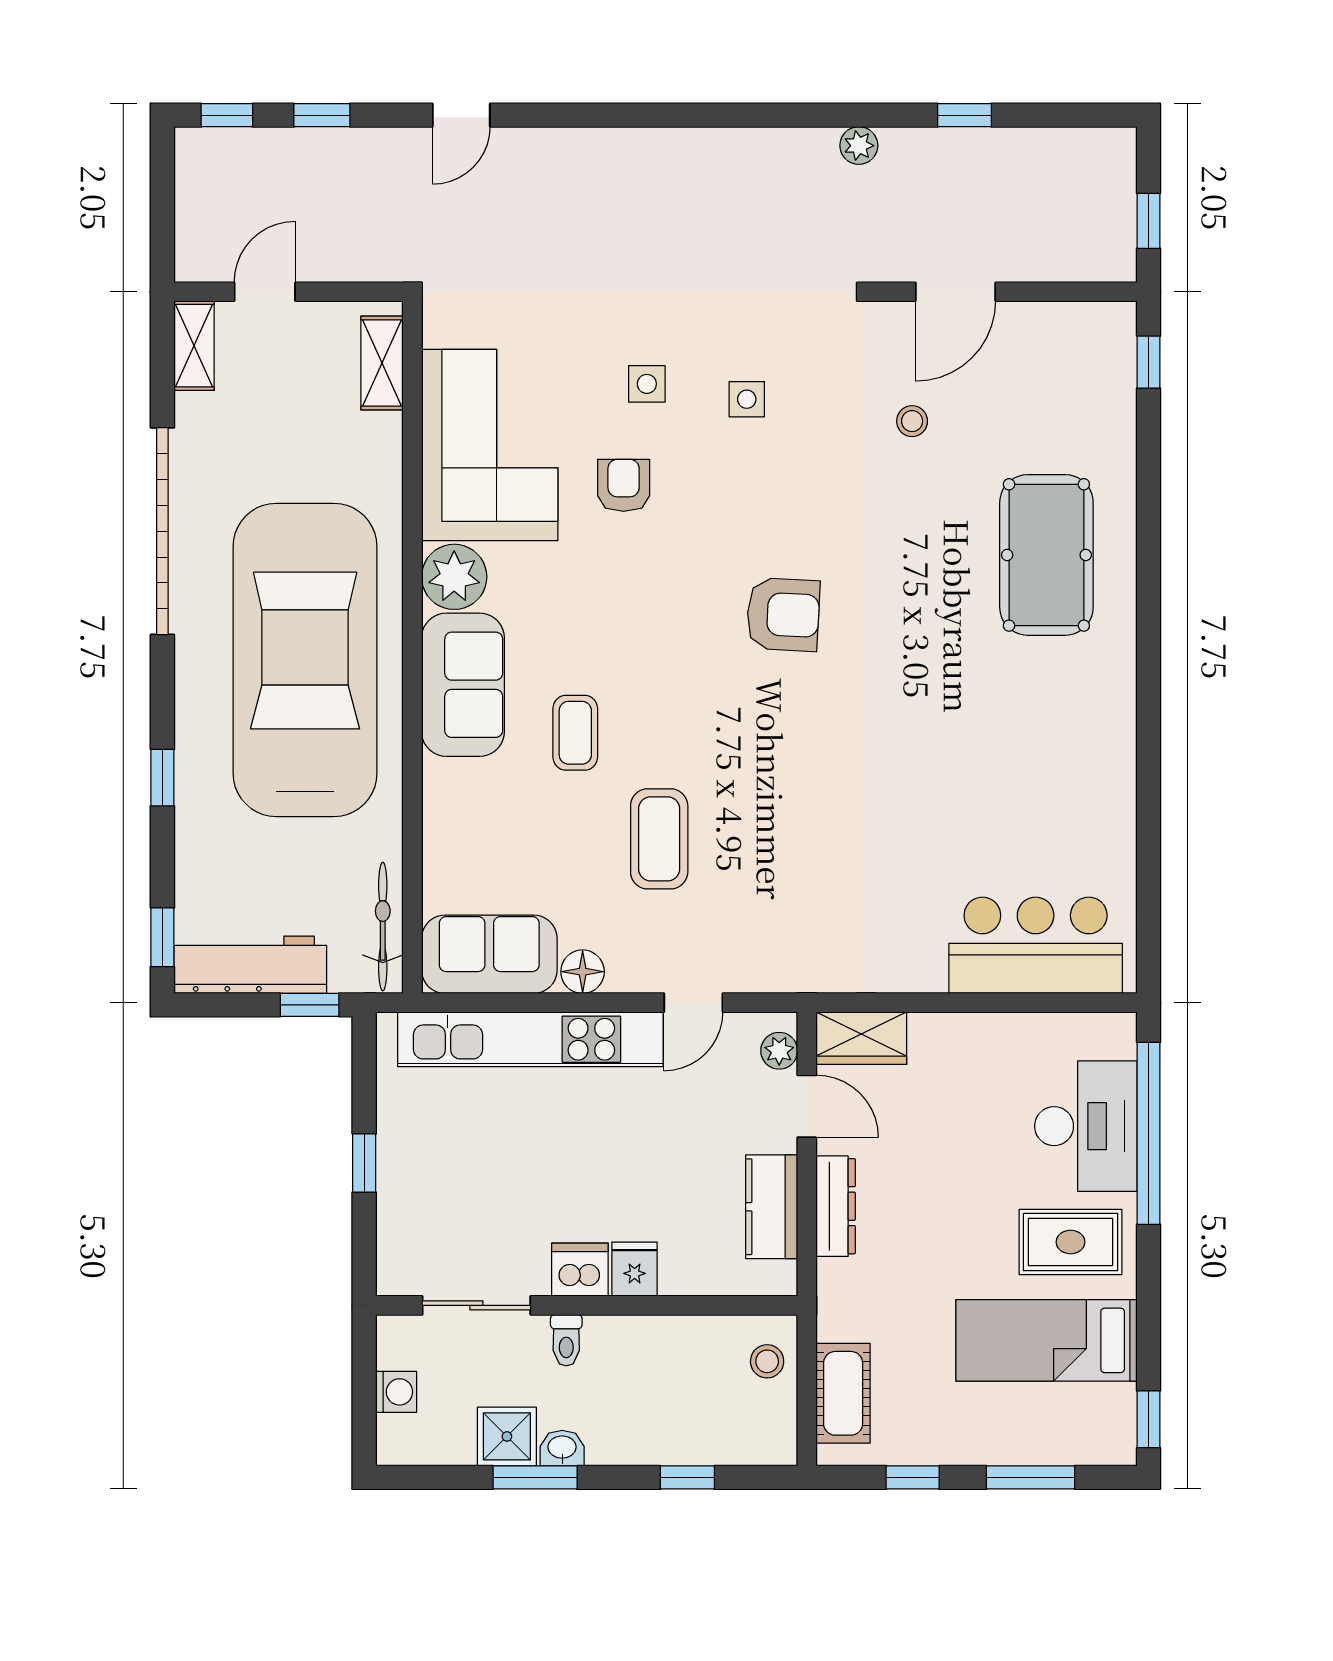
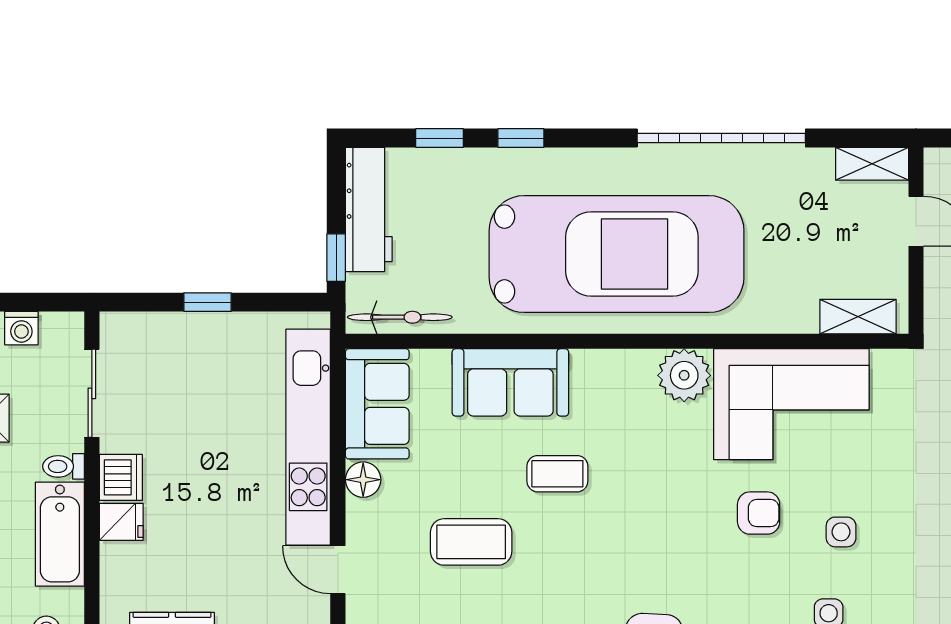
sofa: (463, 685) -> (510, 382), moved
window: (162, 937) -> (440, 138), moved
bathtub: (650, 1345) -> (60, 534), added

